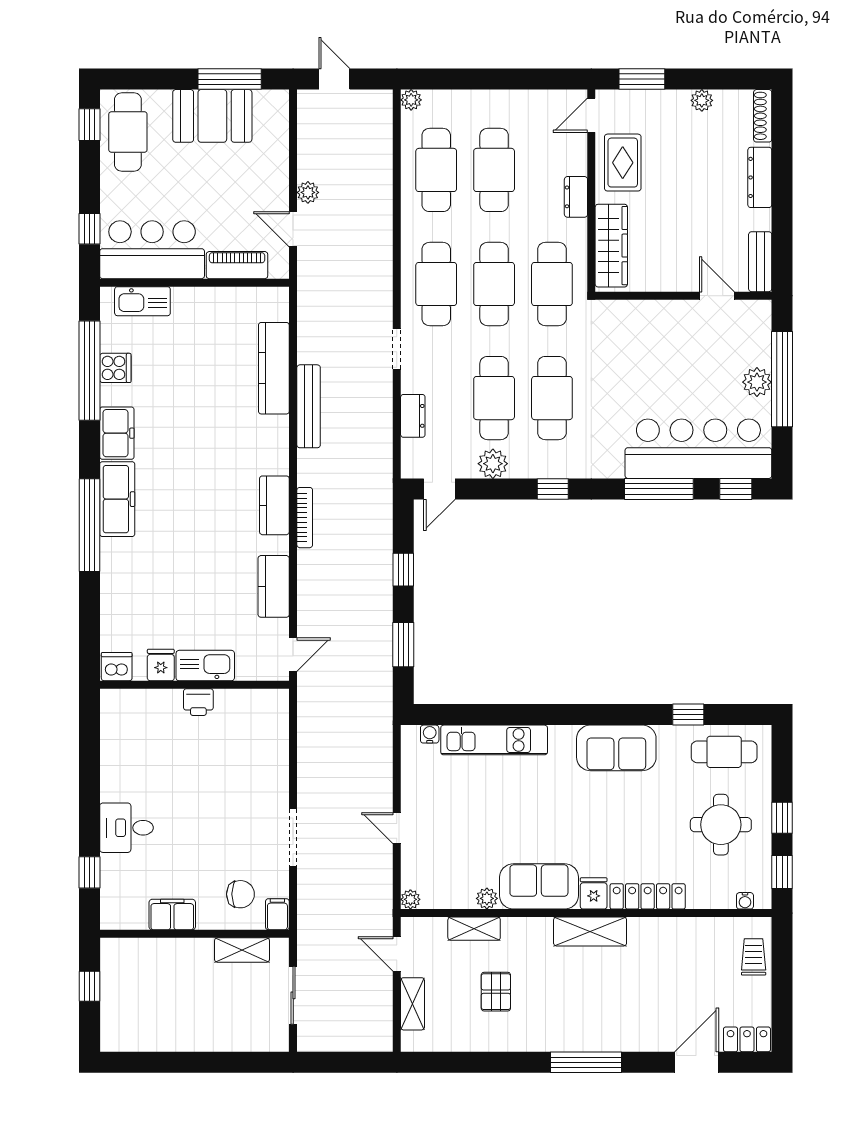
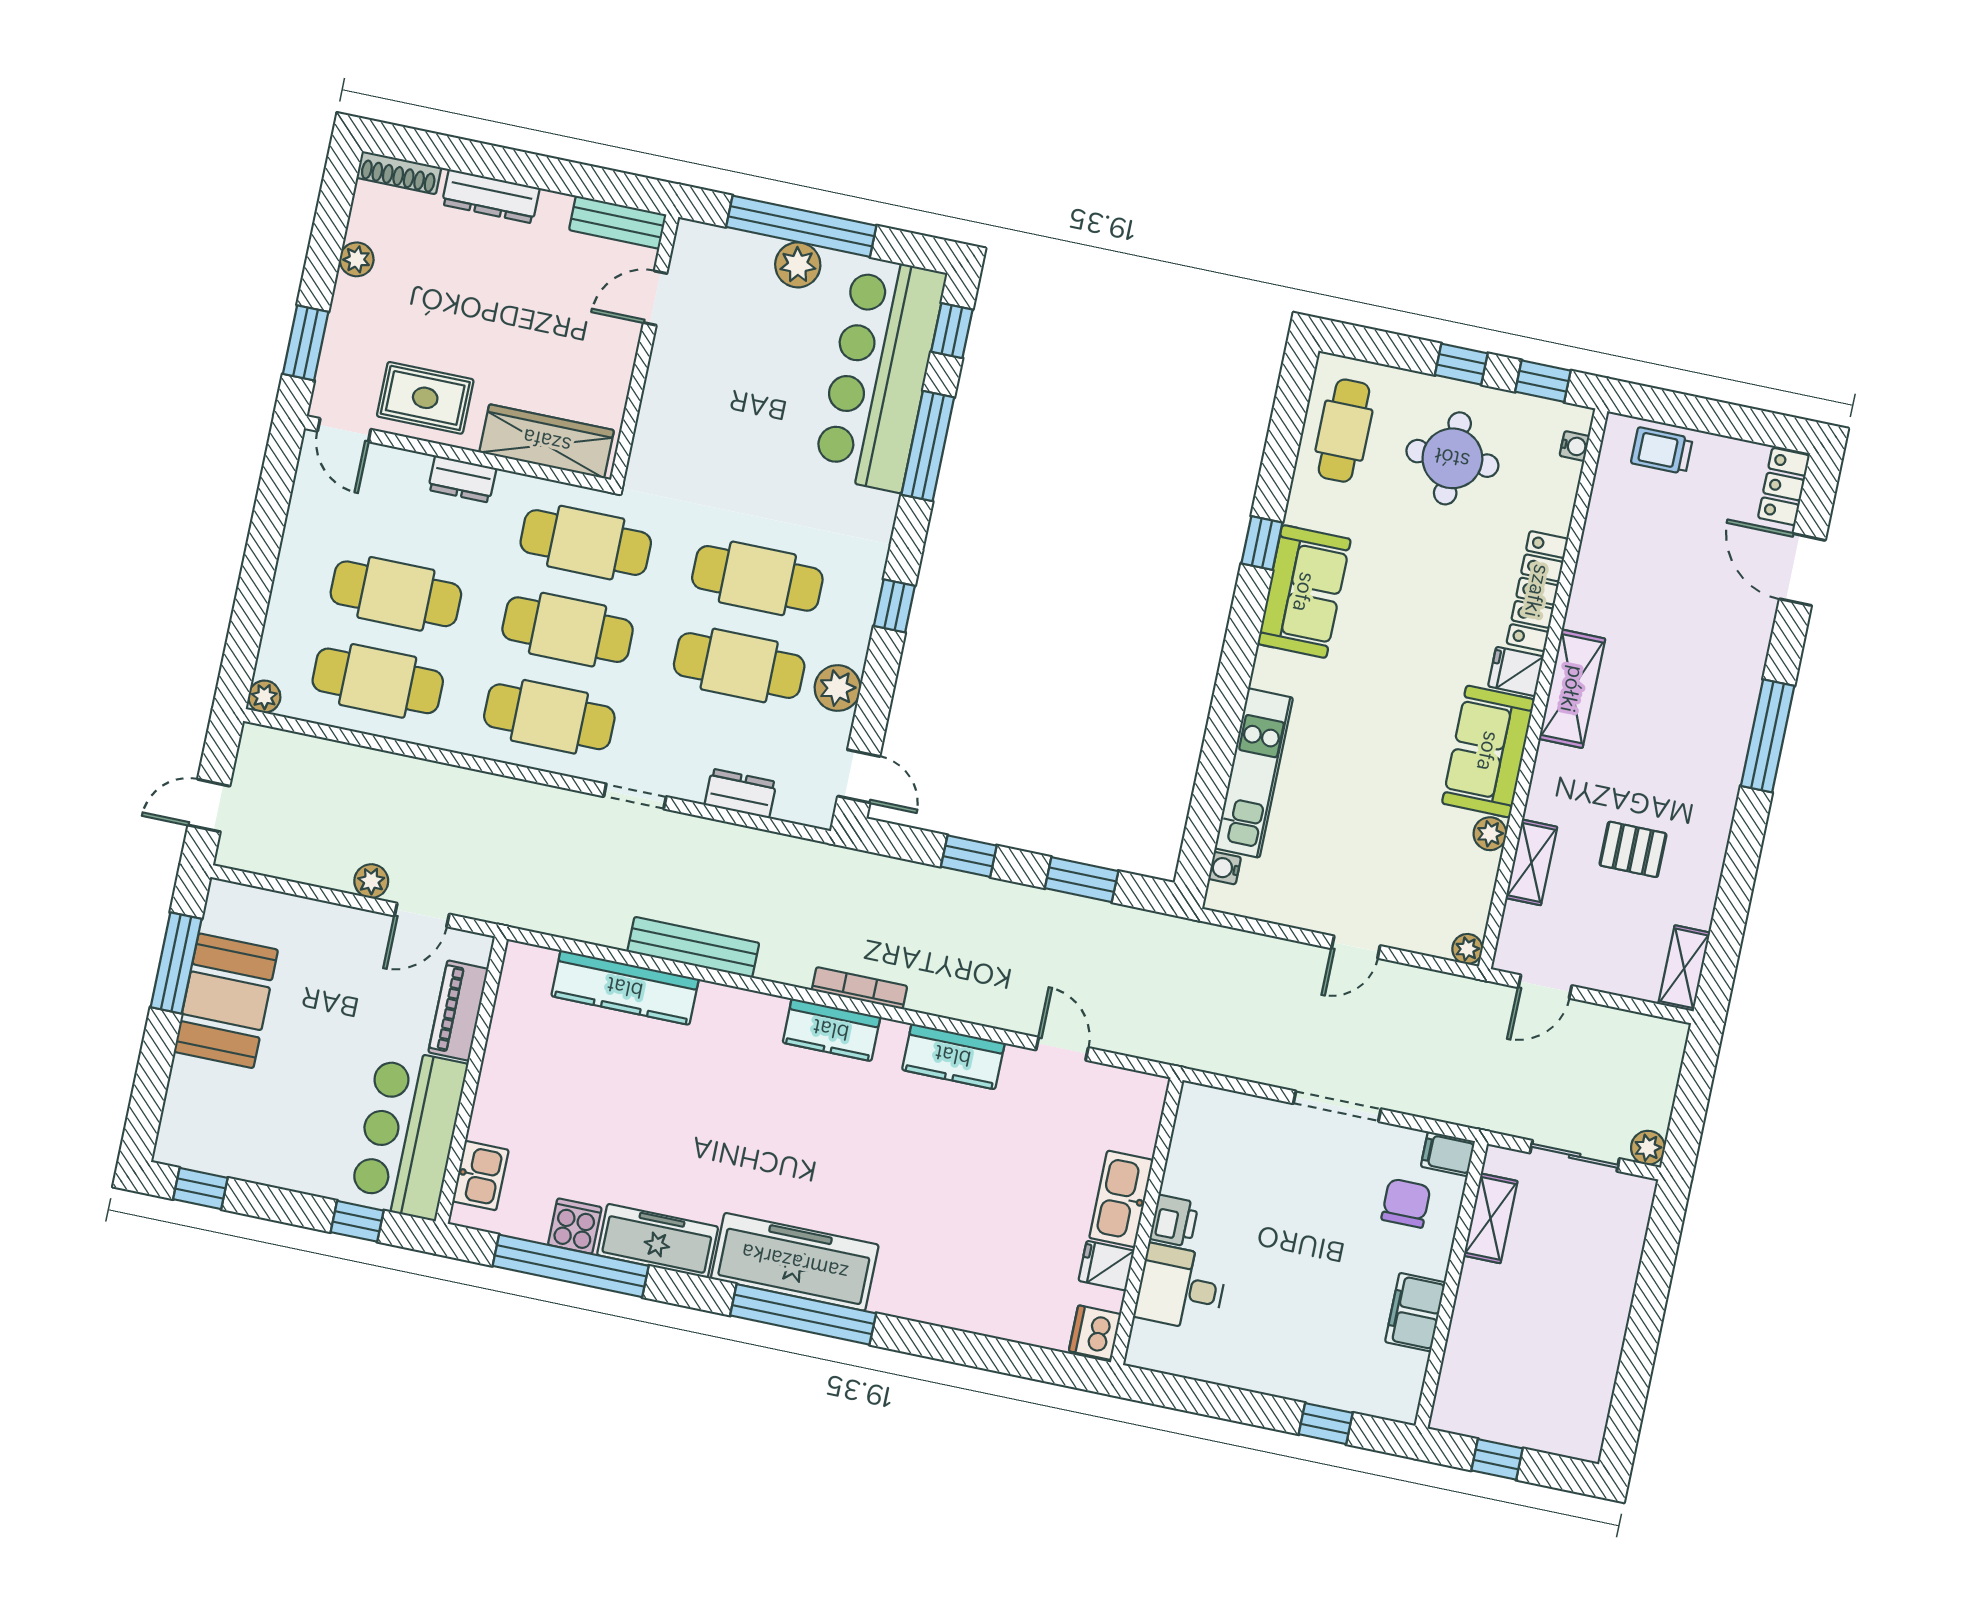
cafe table: (128, 132) -> (224, 1133), removed
kitchen sink: (142, 301) -> (481, 1176), width x0.73
freezer: (117, 433) -> (658, 1241), width x1.40
freezer: (117, 499) -> (795, 1262), width x1.36, depth x1.26
fridge: (161, 665) -> (1106, 1266), moved
kitchen sink: (205, 666) -> (1121, 1199), moved
dishwasher: (117, 667) -> (1095, 1333), moved
wall: (194, 685) -> (1147, 1221), moved
printer: (198, 702) -> (1174, 1221), moved
window: (688, 715) -> (1262, 543), moved
desk: (126, 828) -> (1181, 1288), moved, turned 90
shelving: (413, 1004) -> (1684, 968), moved, turned 90
plant: (308, 1041) -> (1648, 1148), added

